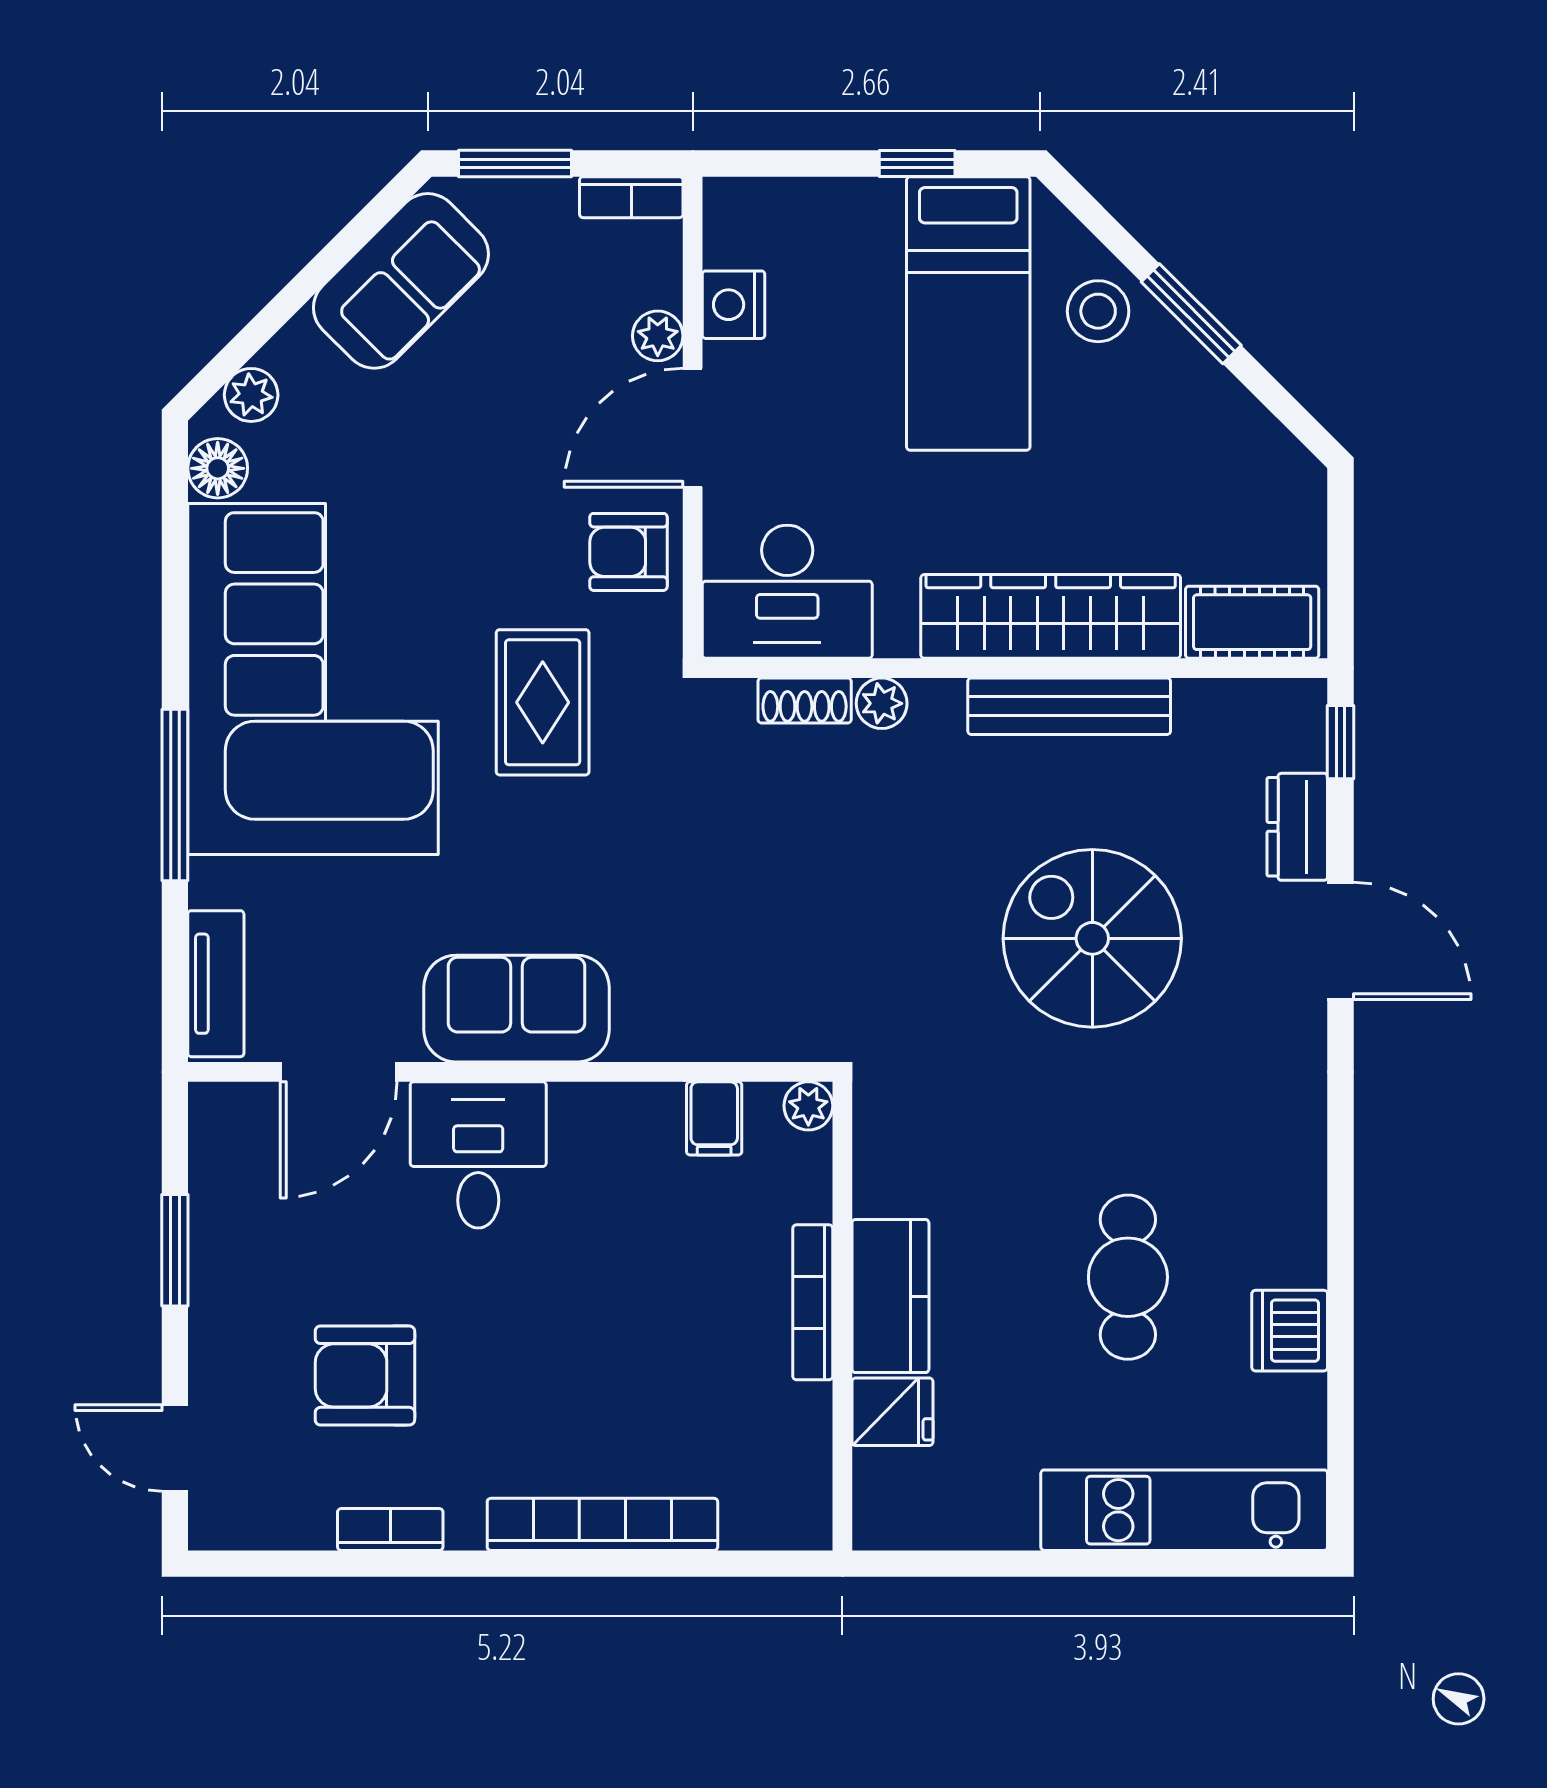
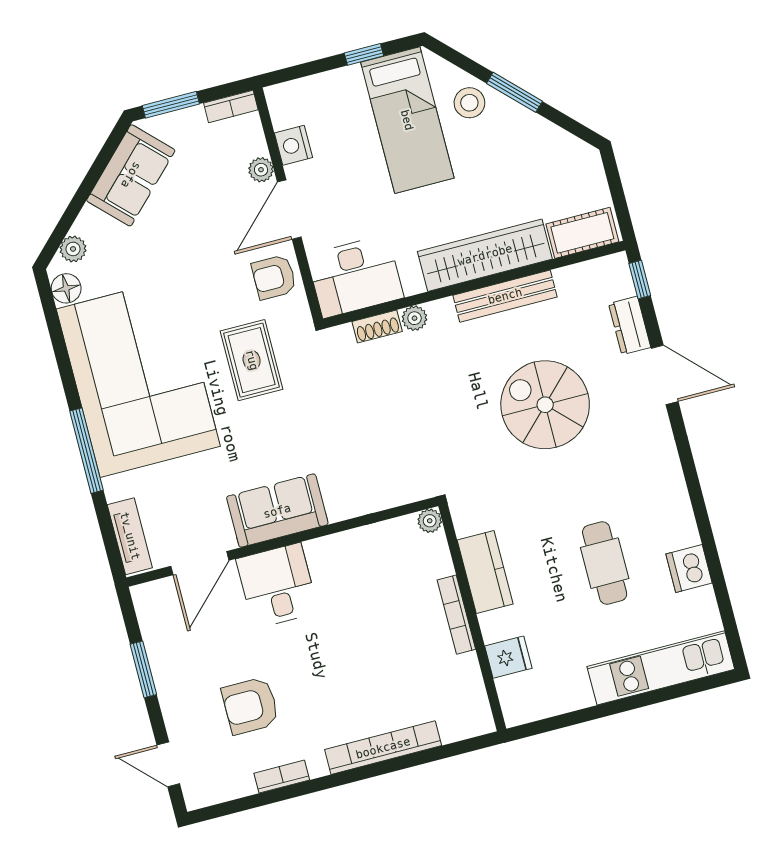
filing cabinet: (714, 1118) -> (386, 539), removed
kitchen counter: (890, 1296) -> (485, 572), moved

